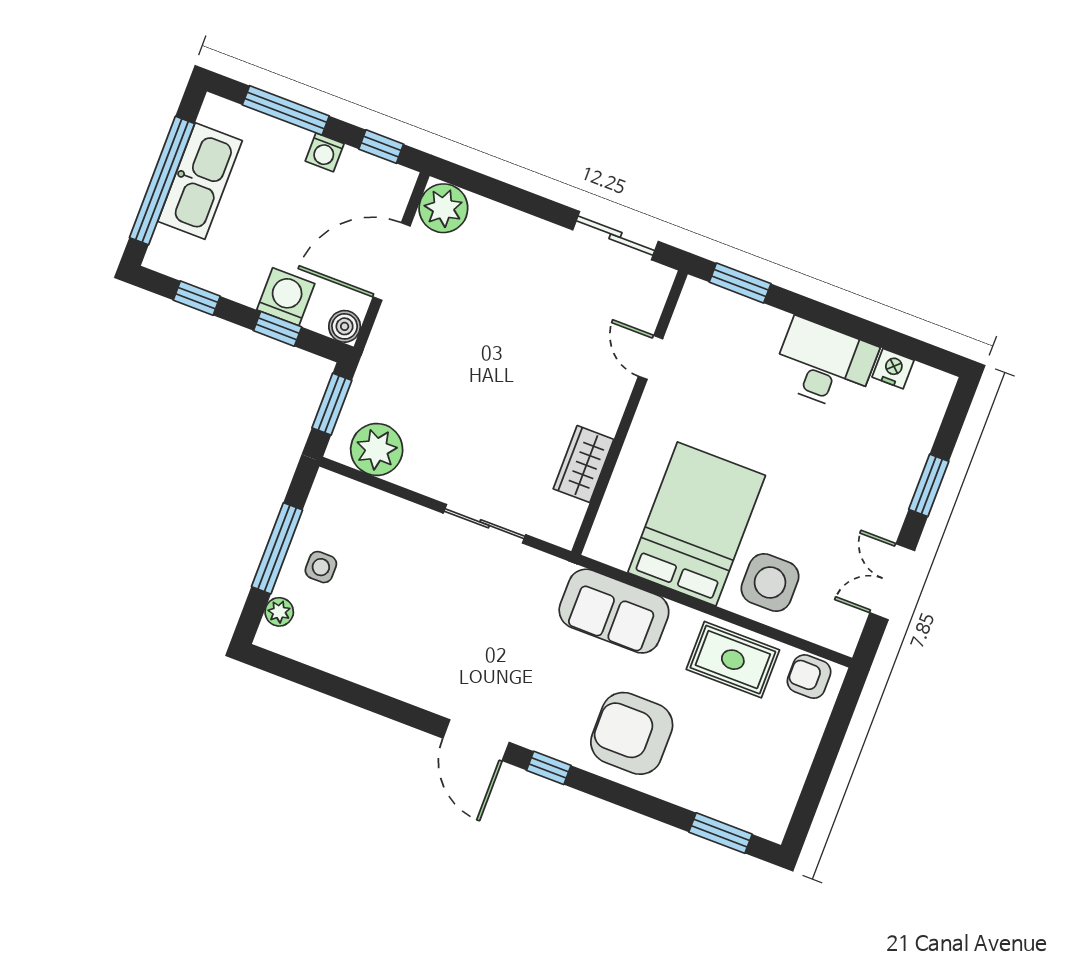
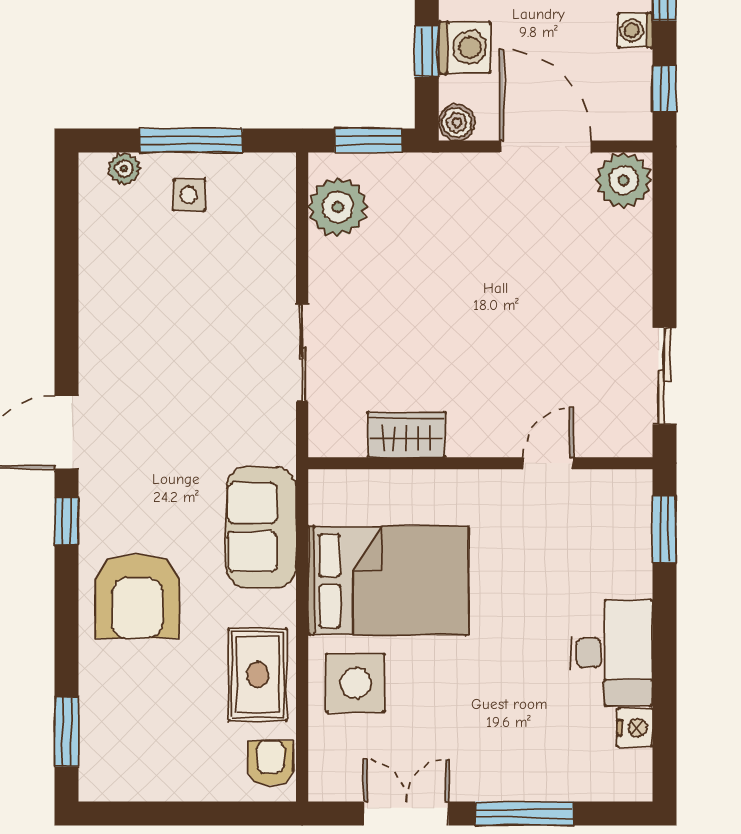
window: (929, 485) -> (524, 814), width x1.44
armchair: (632, 733) -> (137, 596), turned 180

